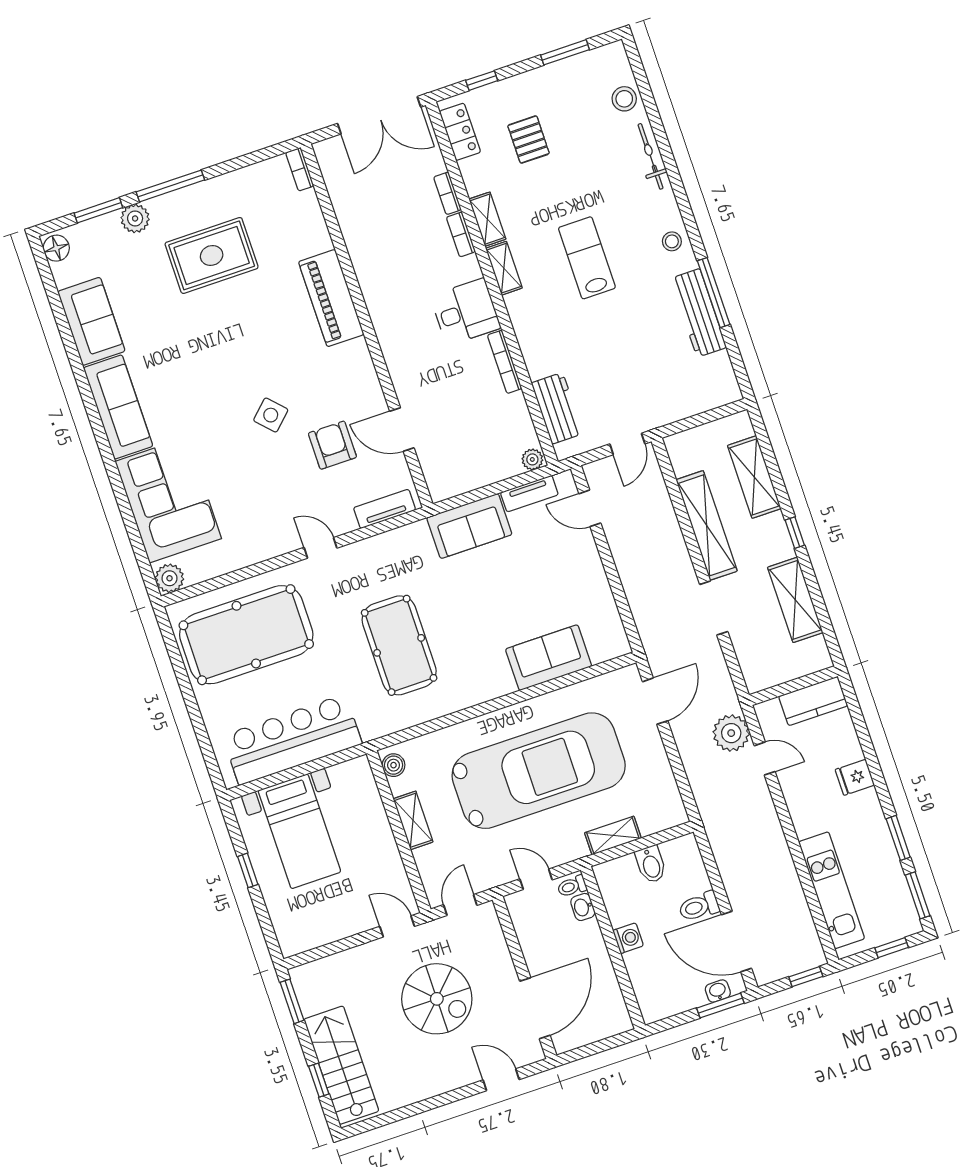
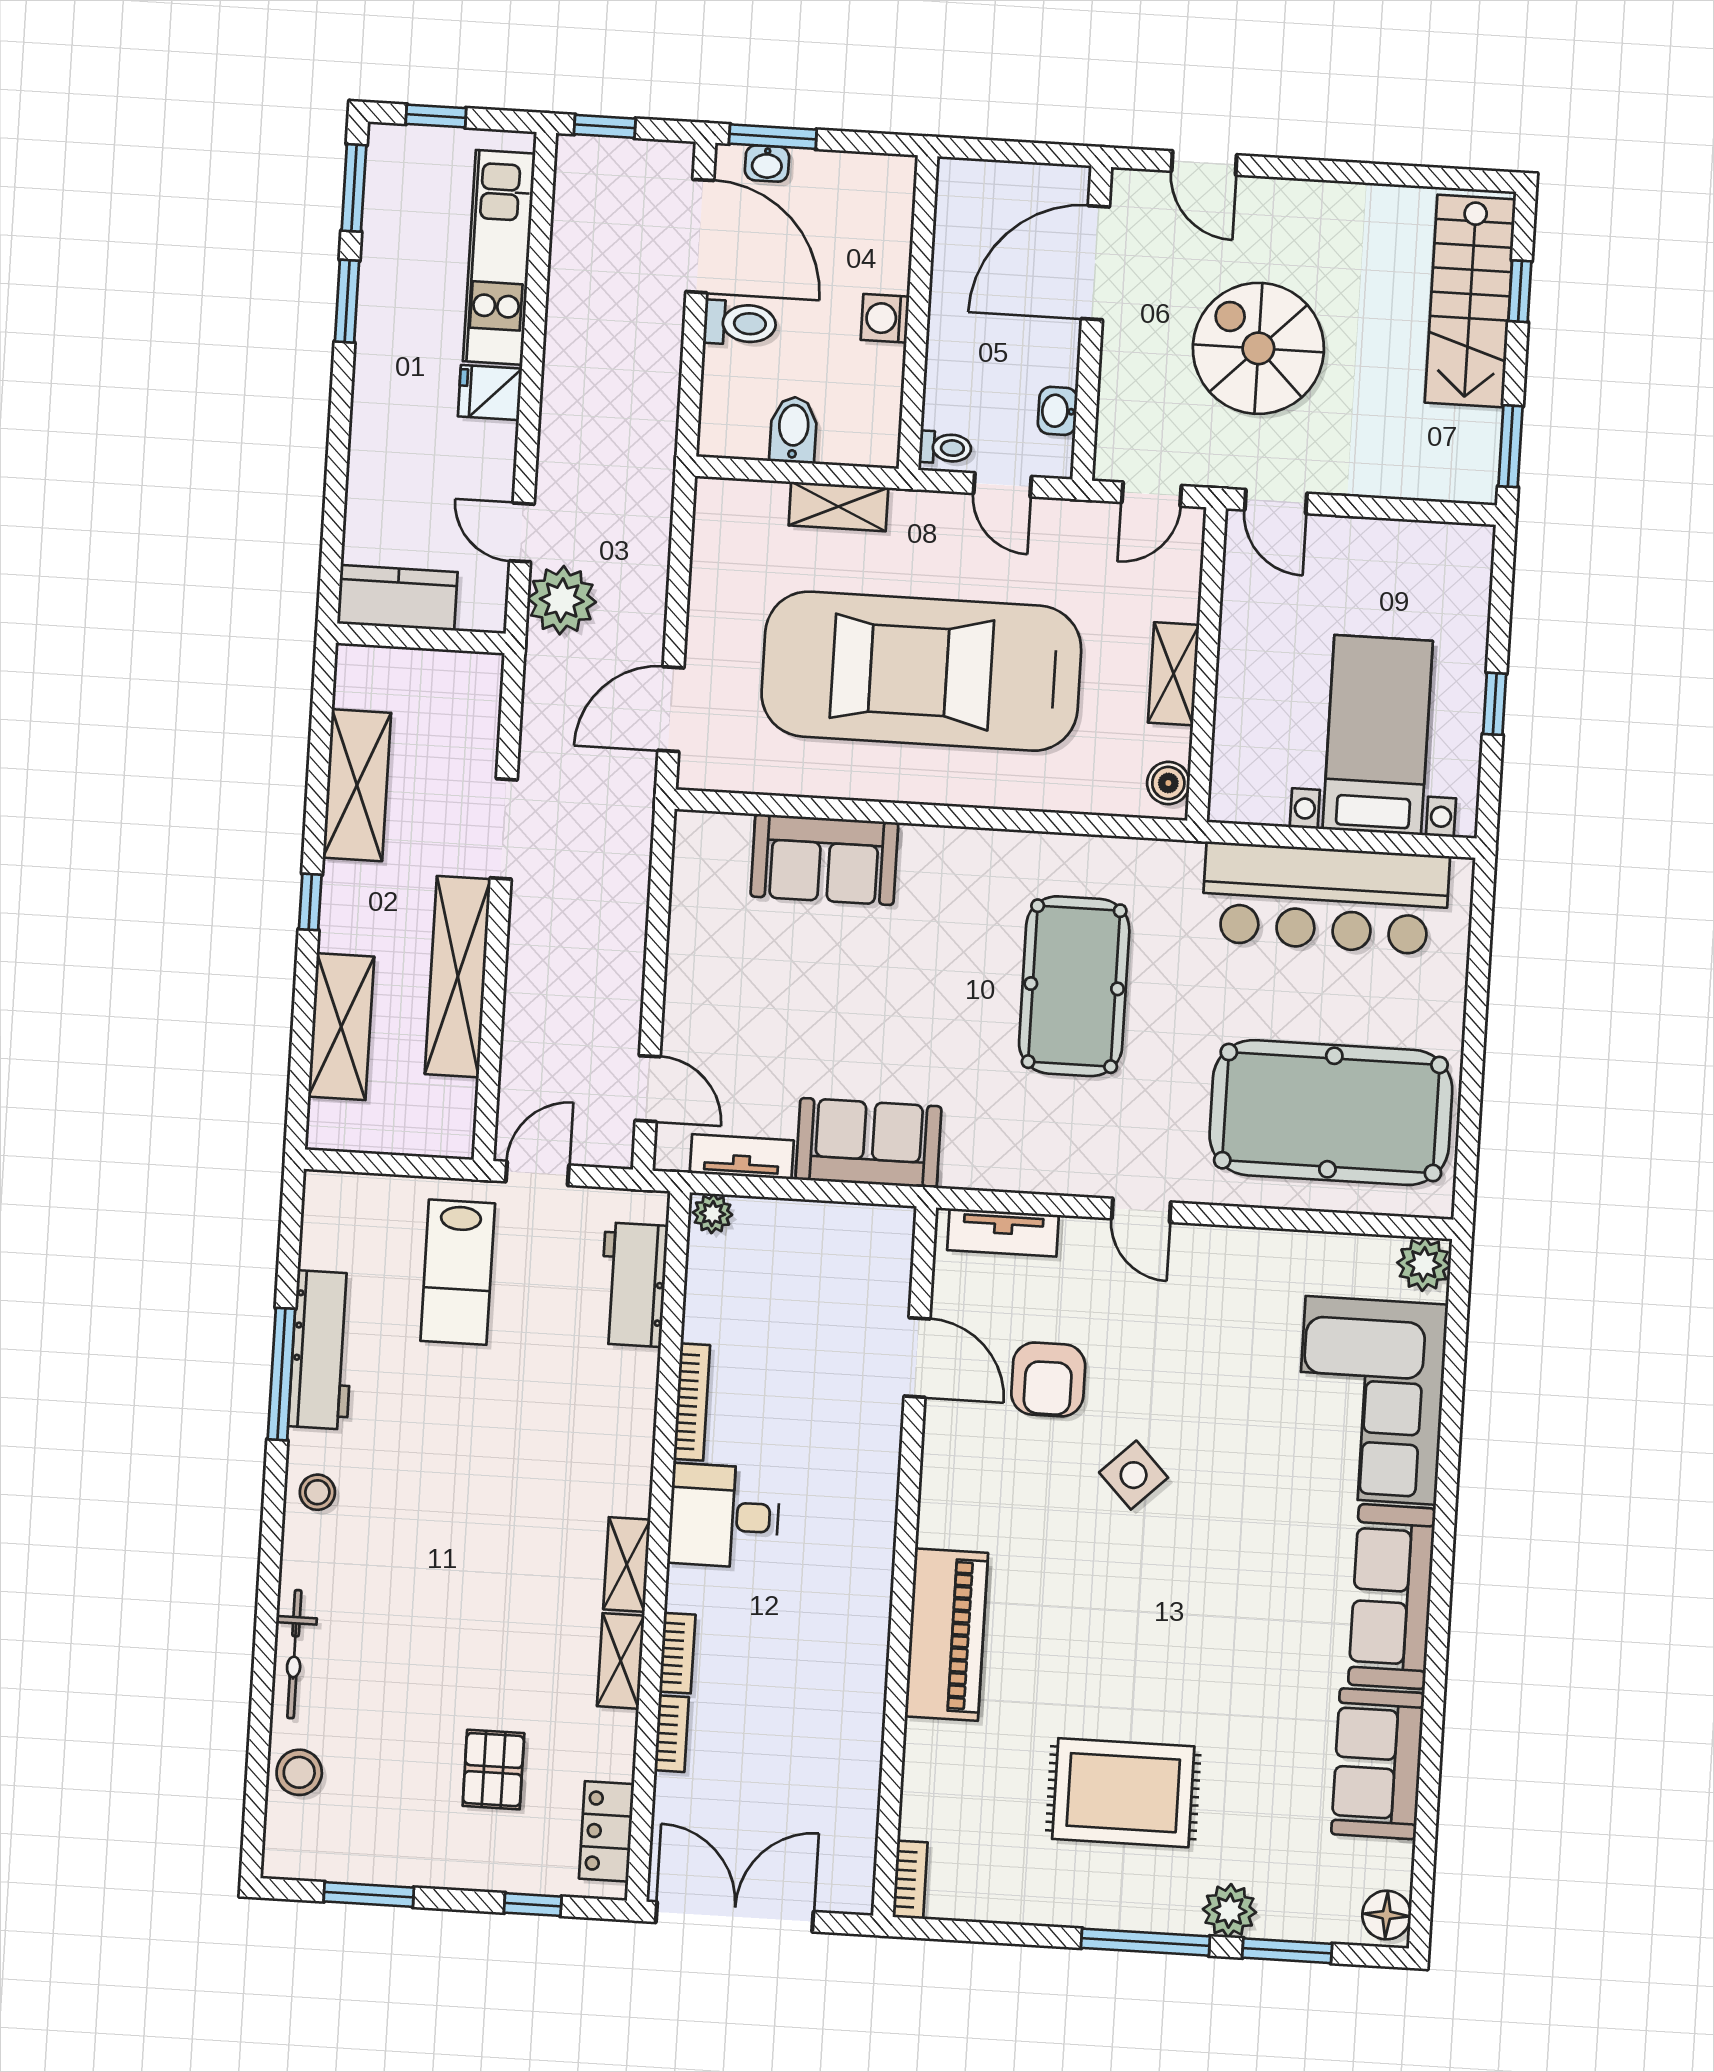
lab bench: (587, 258) -> (458, 1272), moved
fridge: (855, 777) -> (490, 392), moved, turned 180
washbasin: (583, 907) -> (1058, 411), moved, turned 180

